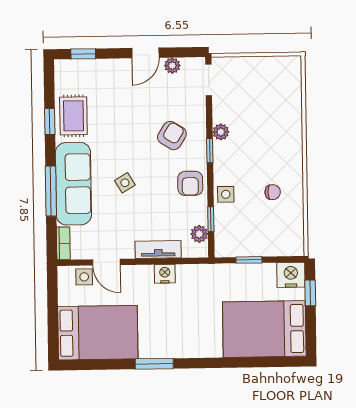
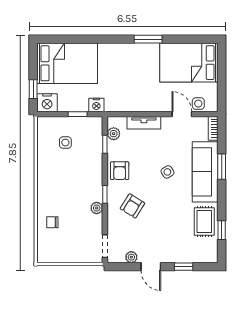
door: (145, 53) -> (151, 267), swing flipped
window: (83, 54) -> (184, 267), moved
window: (50, 122) -> (222, 230), moved
armchair: (190, 183) -> (120, 171), turned 180
window: (51, 191) -> (222, 167), width x0.69
chair: (273, 192) -> (52, 222), moved
side table: (226, 194) -> (65, 143), moved
nightstand: (165, 274) -> (96, 105), moved

